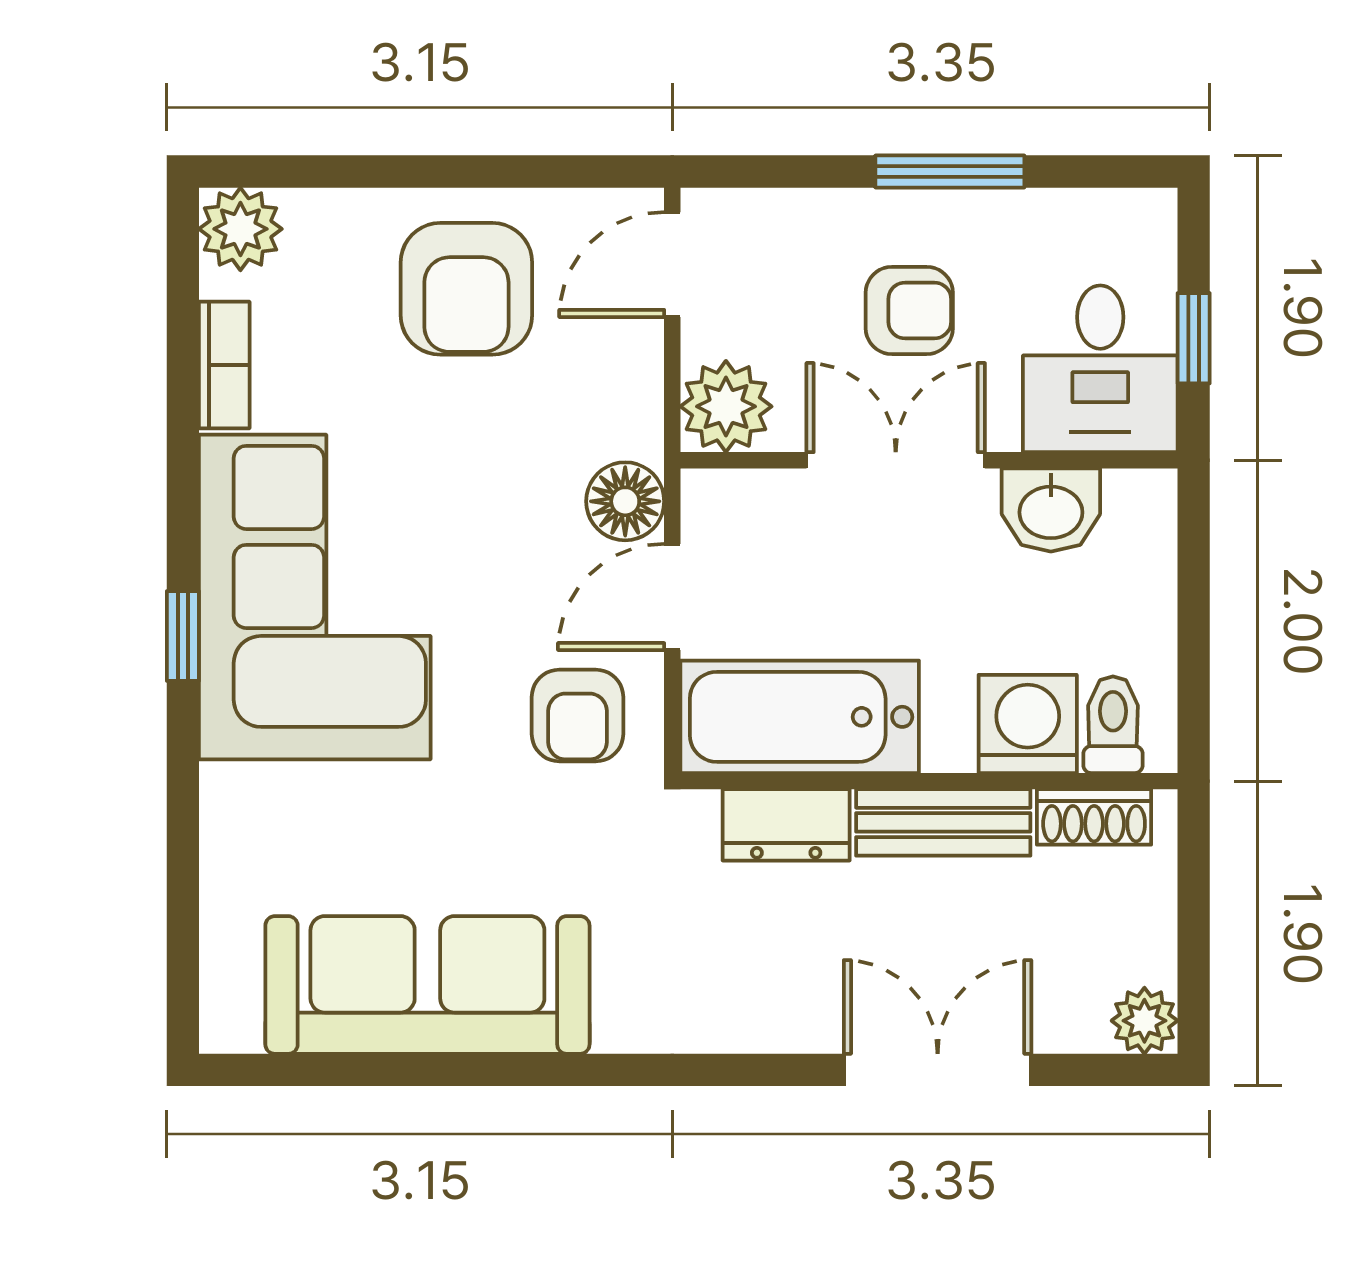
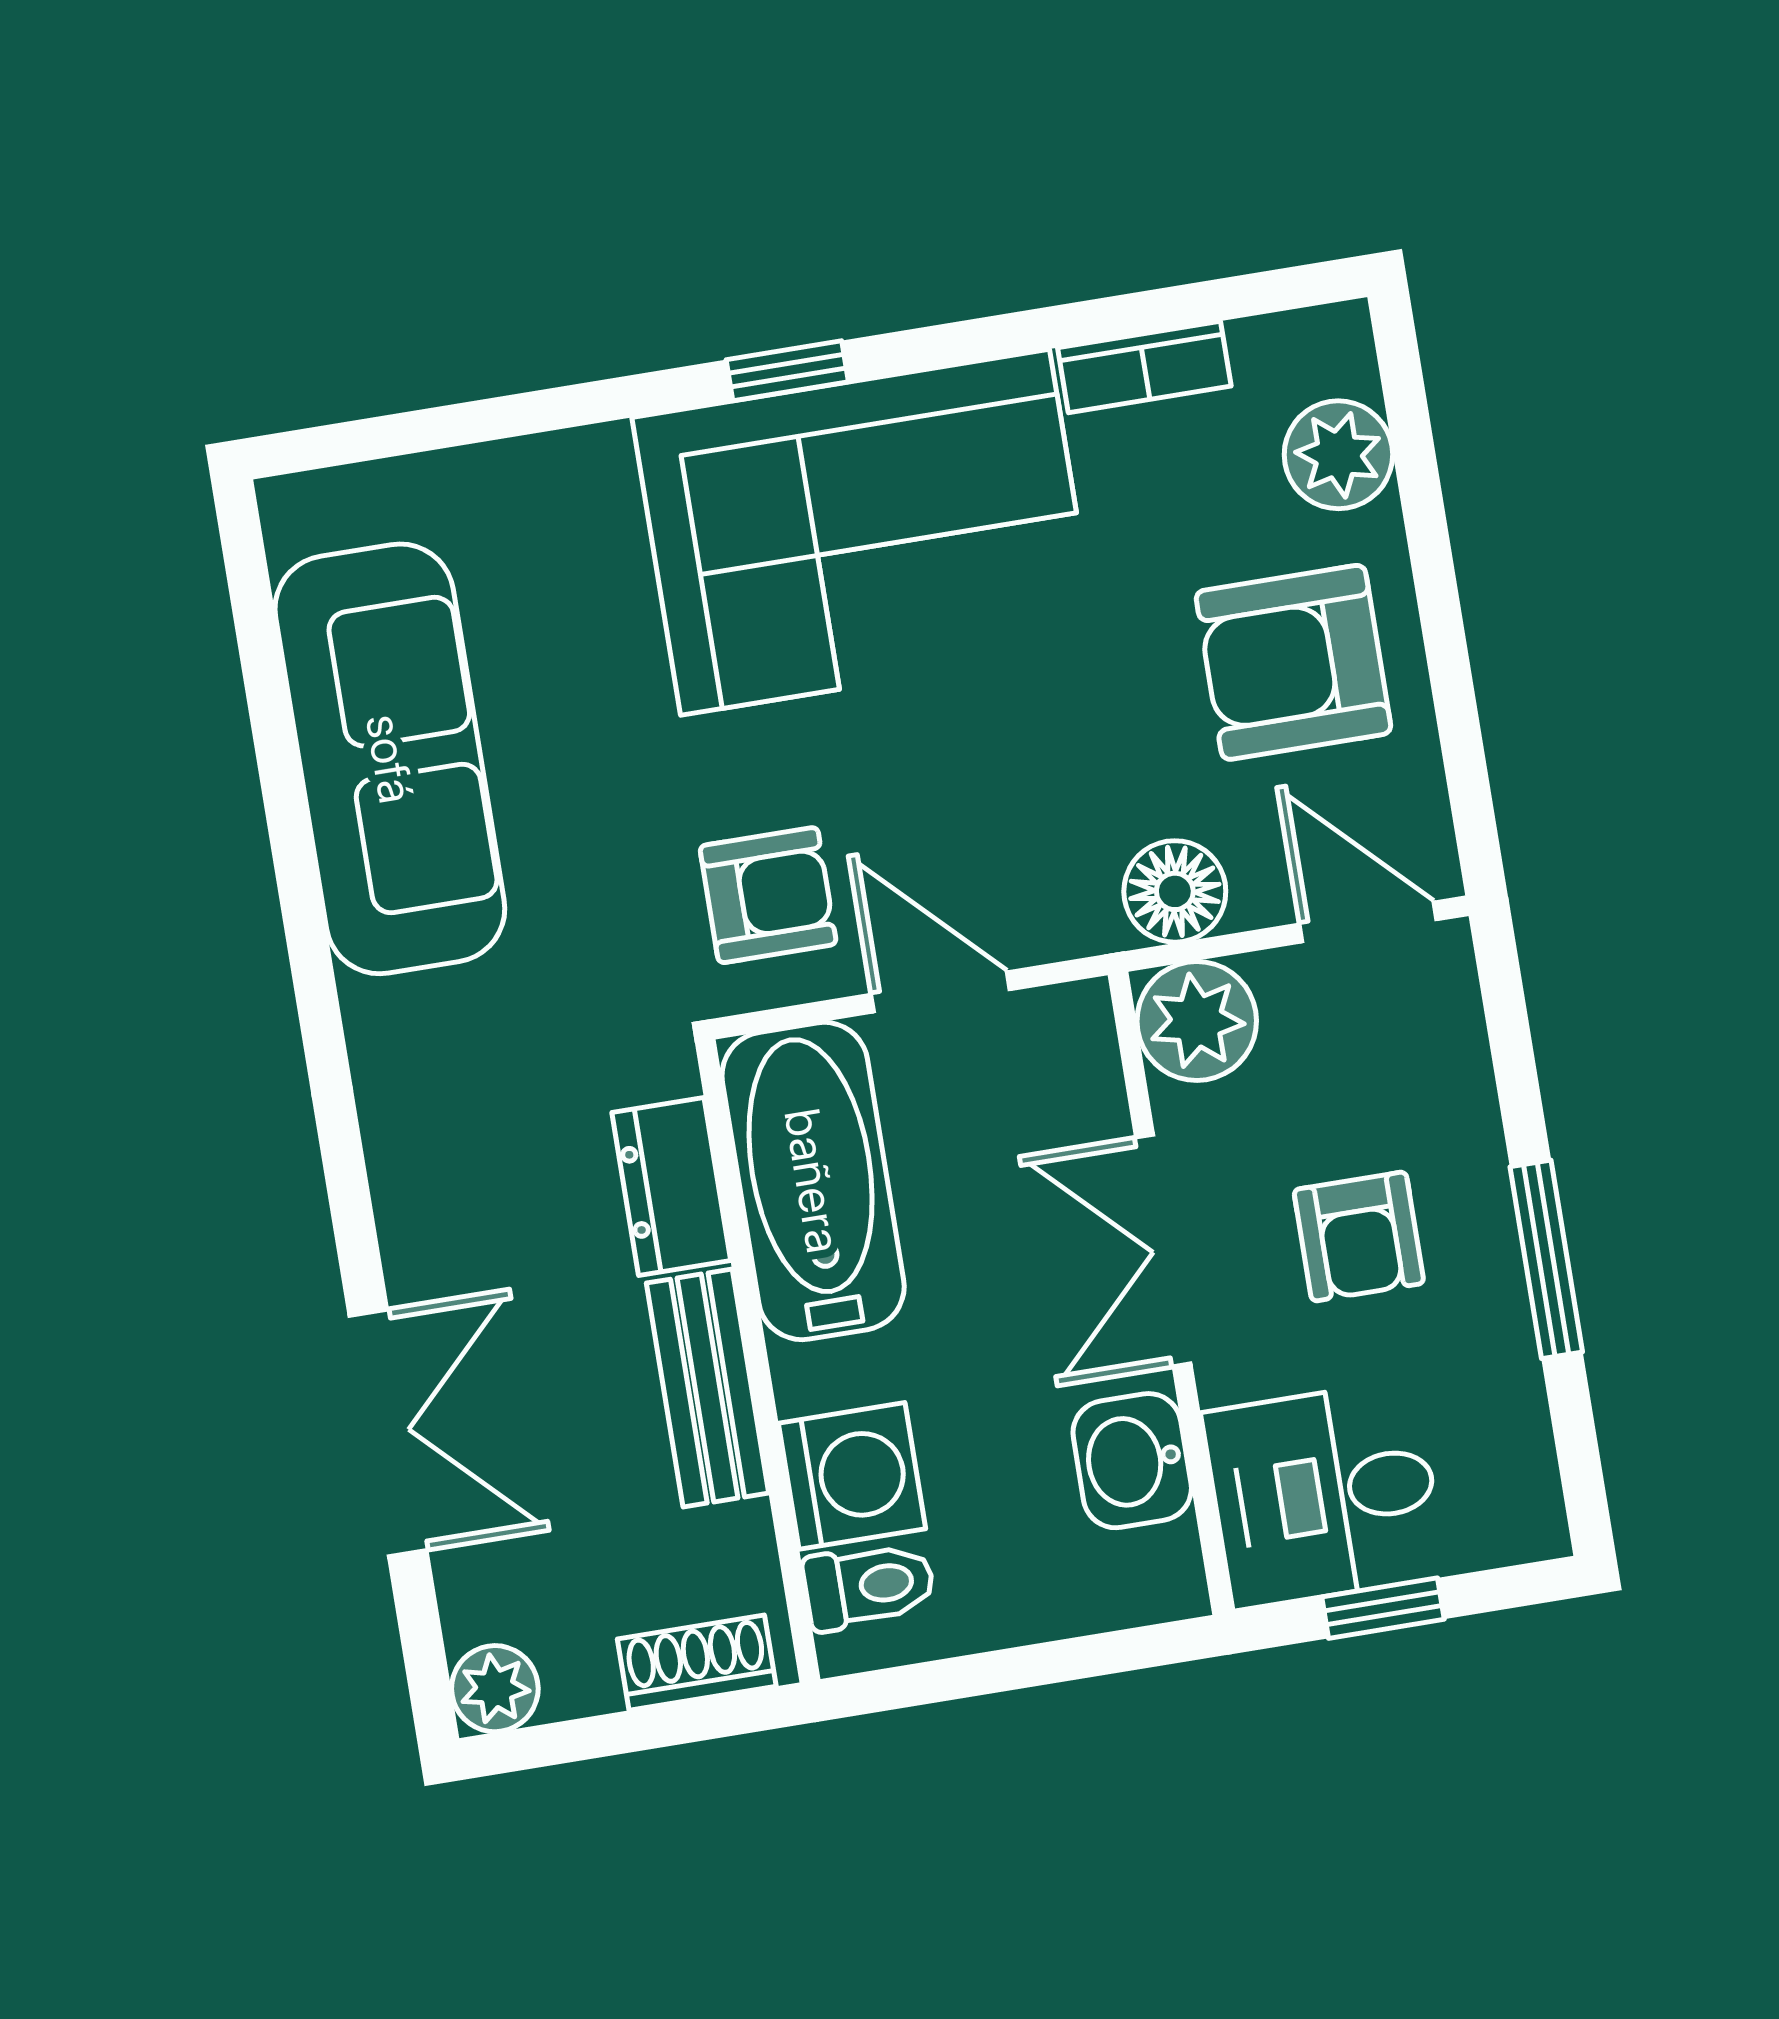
plant: (240, 229) -> (1338, 455), moved
double door: (896, 460) -> (1163, 1251), swing flipped
floor lamp: (625, 501) -> (1175, 891), moved
armchair: (578, 715) -> (768, 895), turned 180
shoe rack: (1094, 817) -> (697, 1663), moved, turned 90

